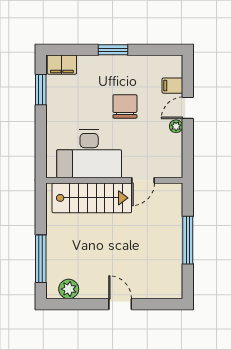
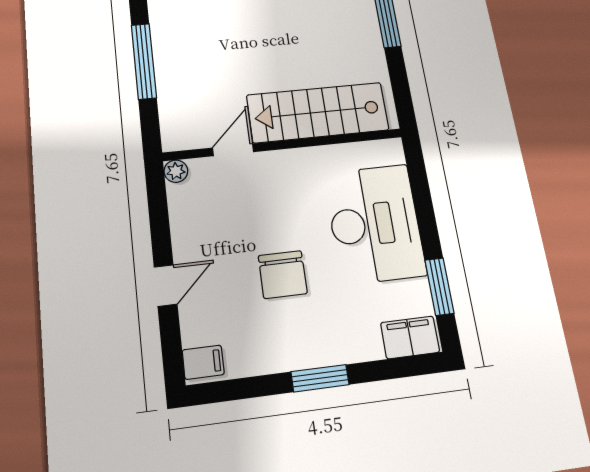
filing cabinet: (172, 86) -> (203, 362), moved
plant: (176, 126) -> (176, 171), moved
desk: (89, 154) -> (375, 224), moved, turned 90

